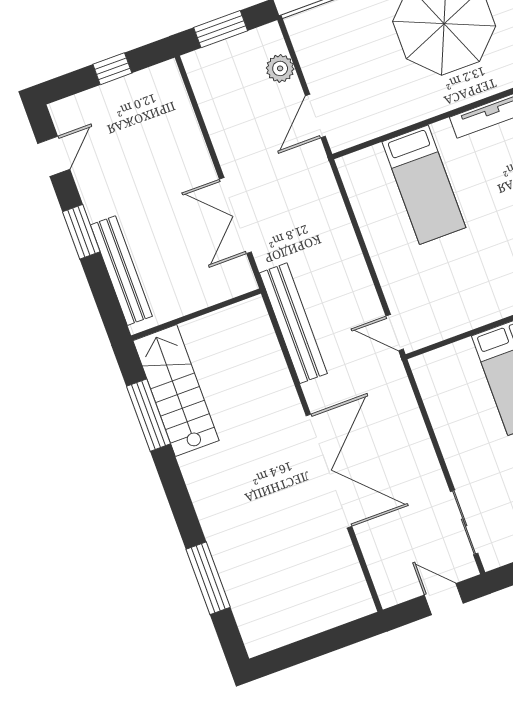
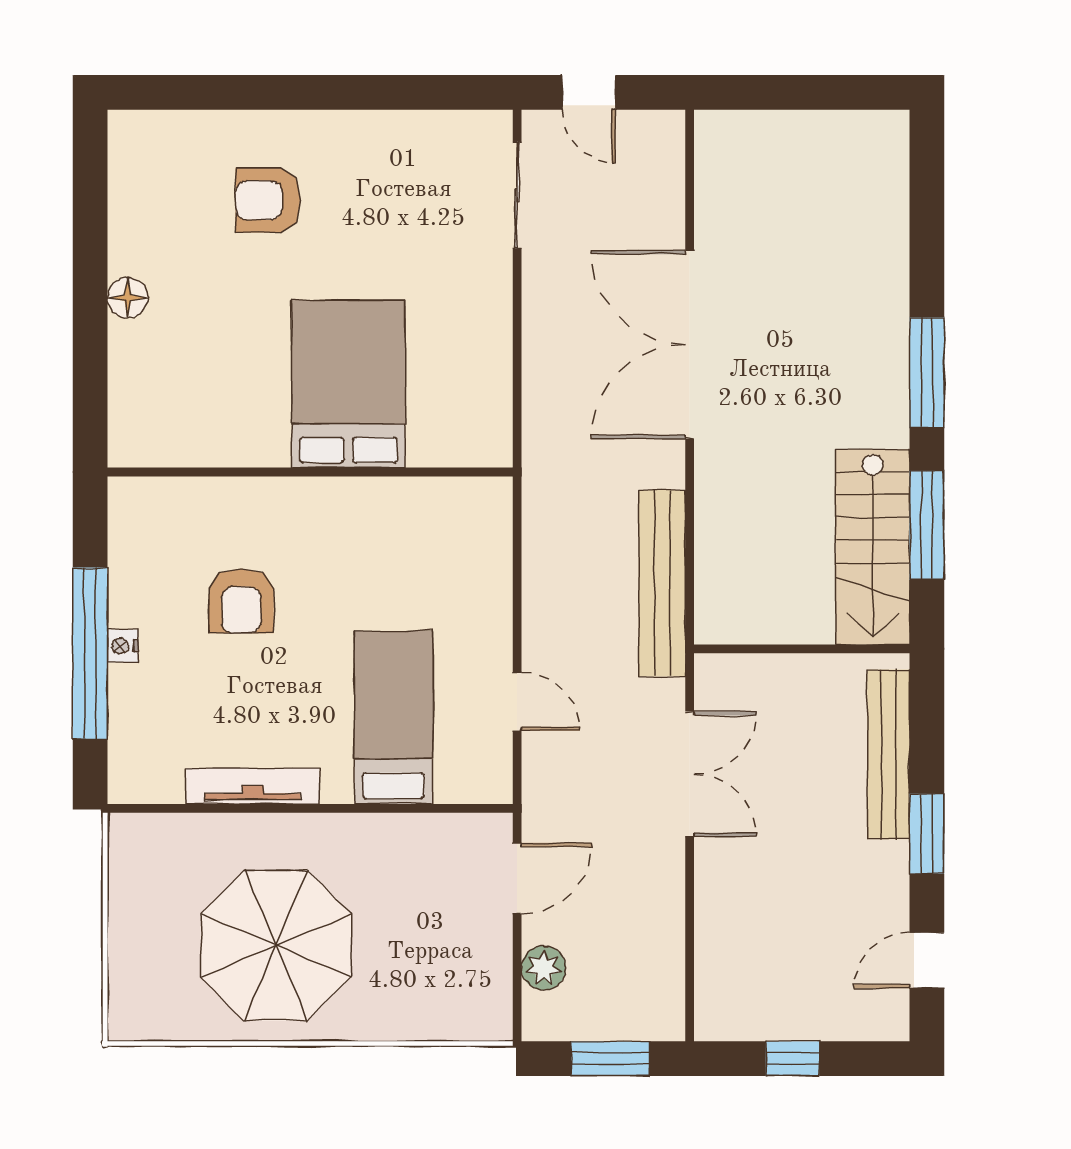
door: (395, 333) -> (517, 702), moved
window: (208, 578) -> (927, 372), moved

